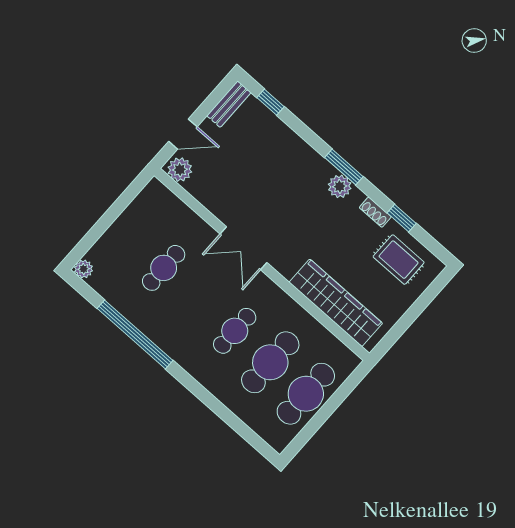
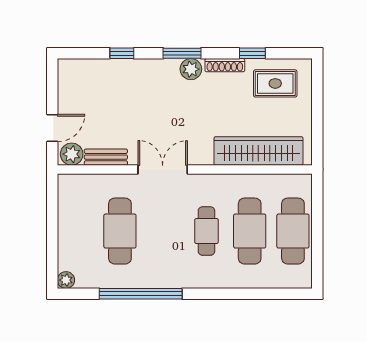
window: (271, 102) -> (122, 53), moved
bench: (229, 104) -> (106, 157), moved, turned 90
shoe rack: (375, 212) -> (225, 65), width x1.43
double door: (244, 248) -> (163, 169), swing flipped
cafe table: (164, 268) -> (120, 231), width x1.37, depth x1.35

